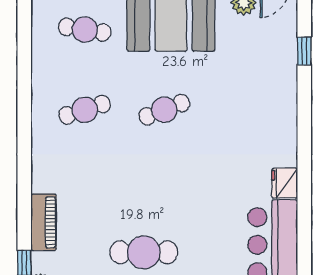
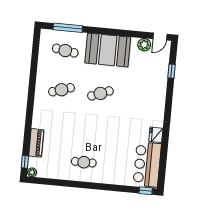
cafe table: (144, 252) -> (84, 162), width x0.73, depth x0.74

